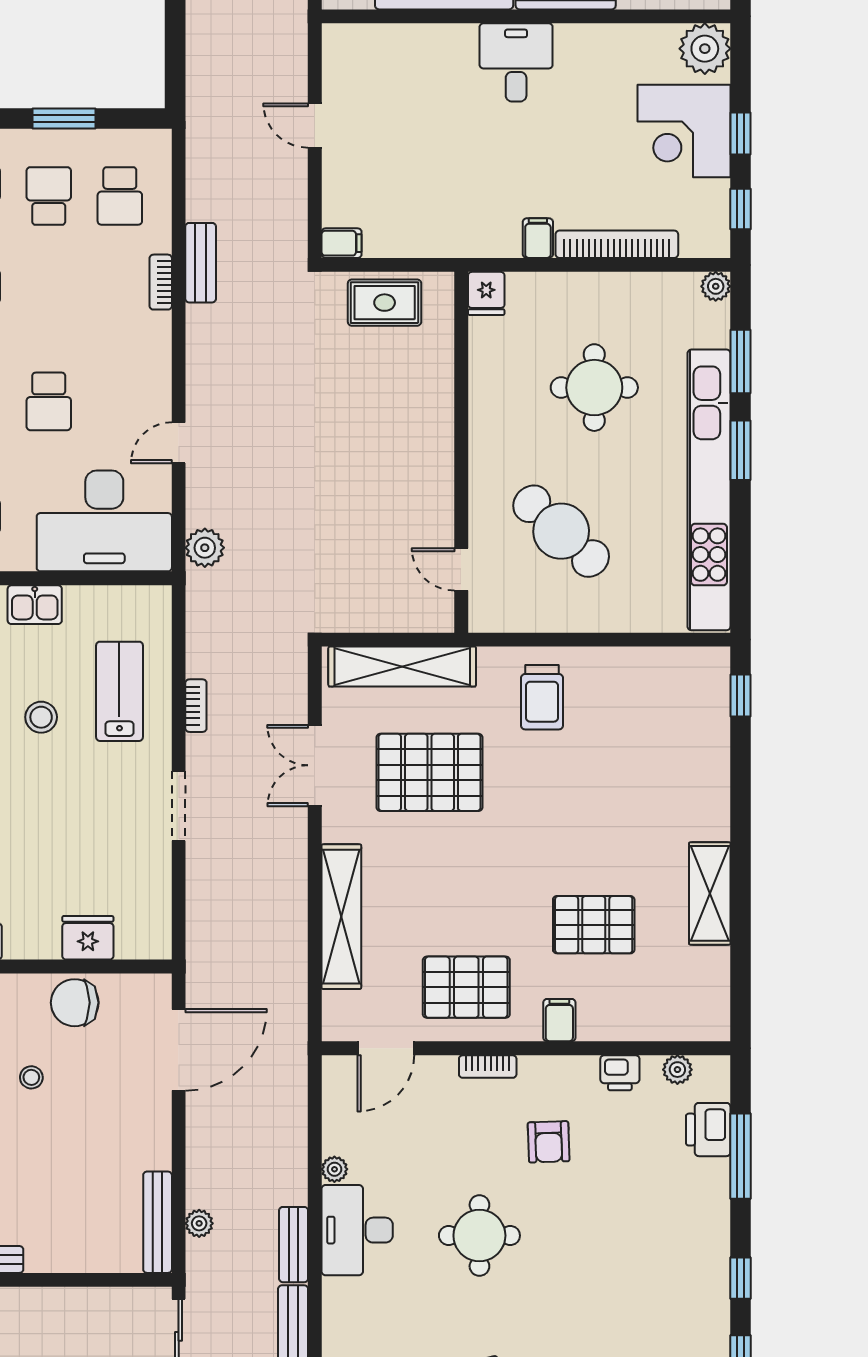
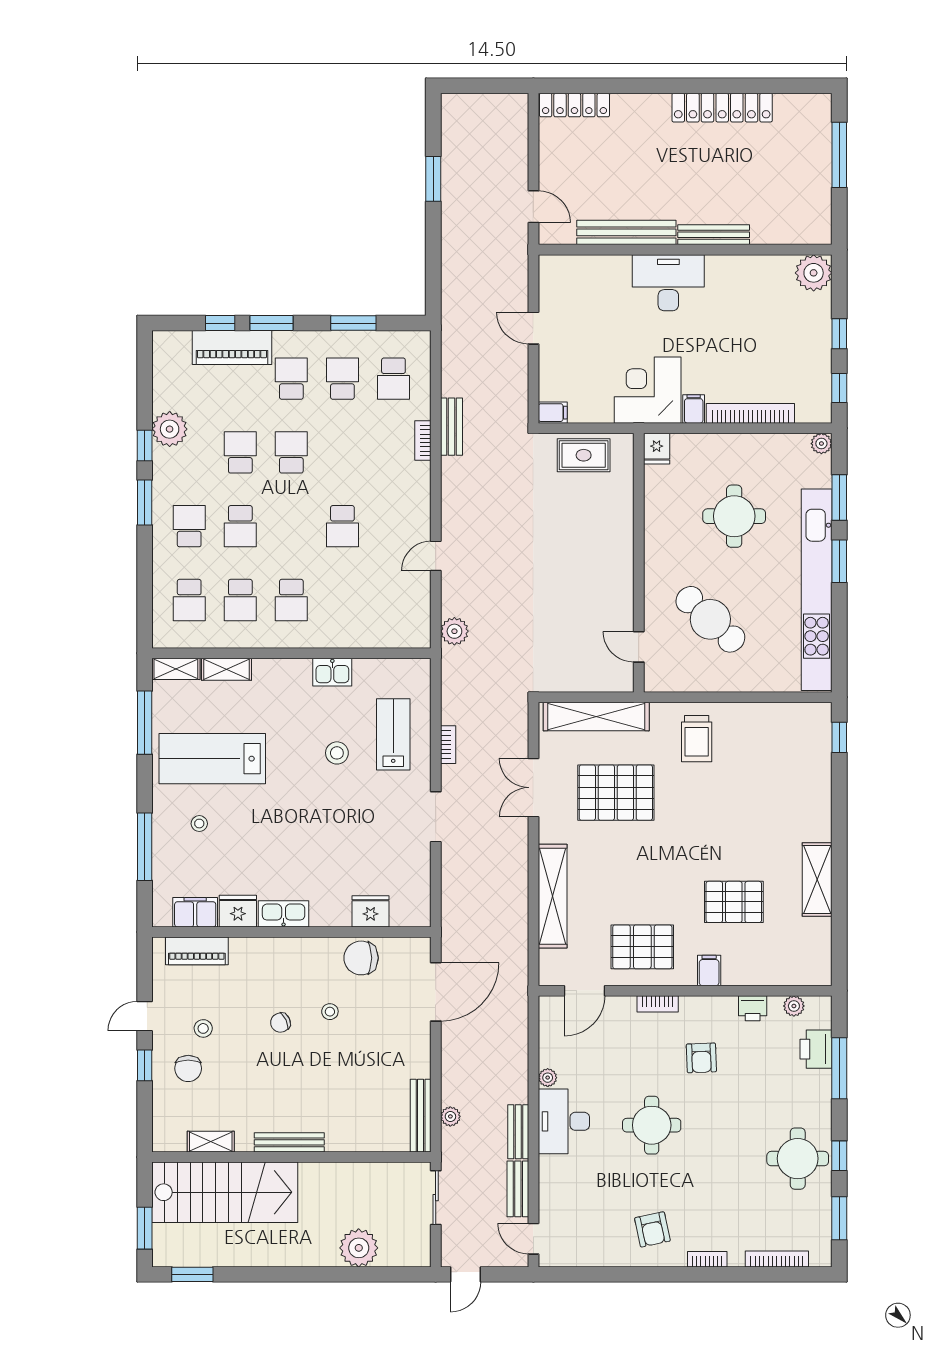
desk: (516, 62) -> (668, 283), width x1.37
corner desk: (684, 131) -> (648, 390), moved, turned 90
desk: (104, 521) -> (382, 612), removed
round table: (683, 1282) -> (798, 1159), added

